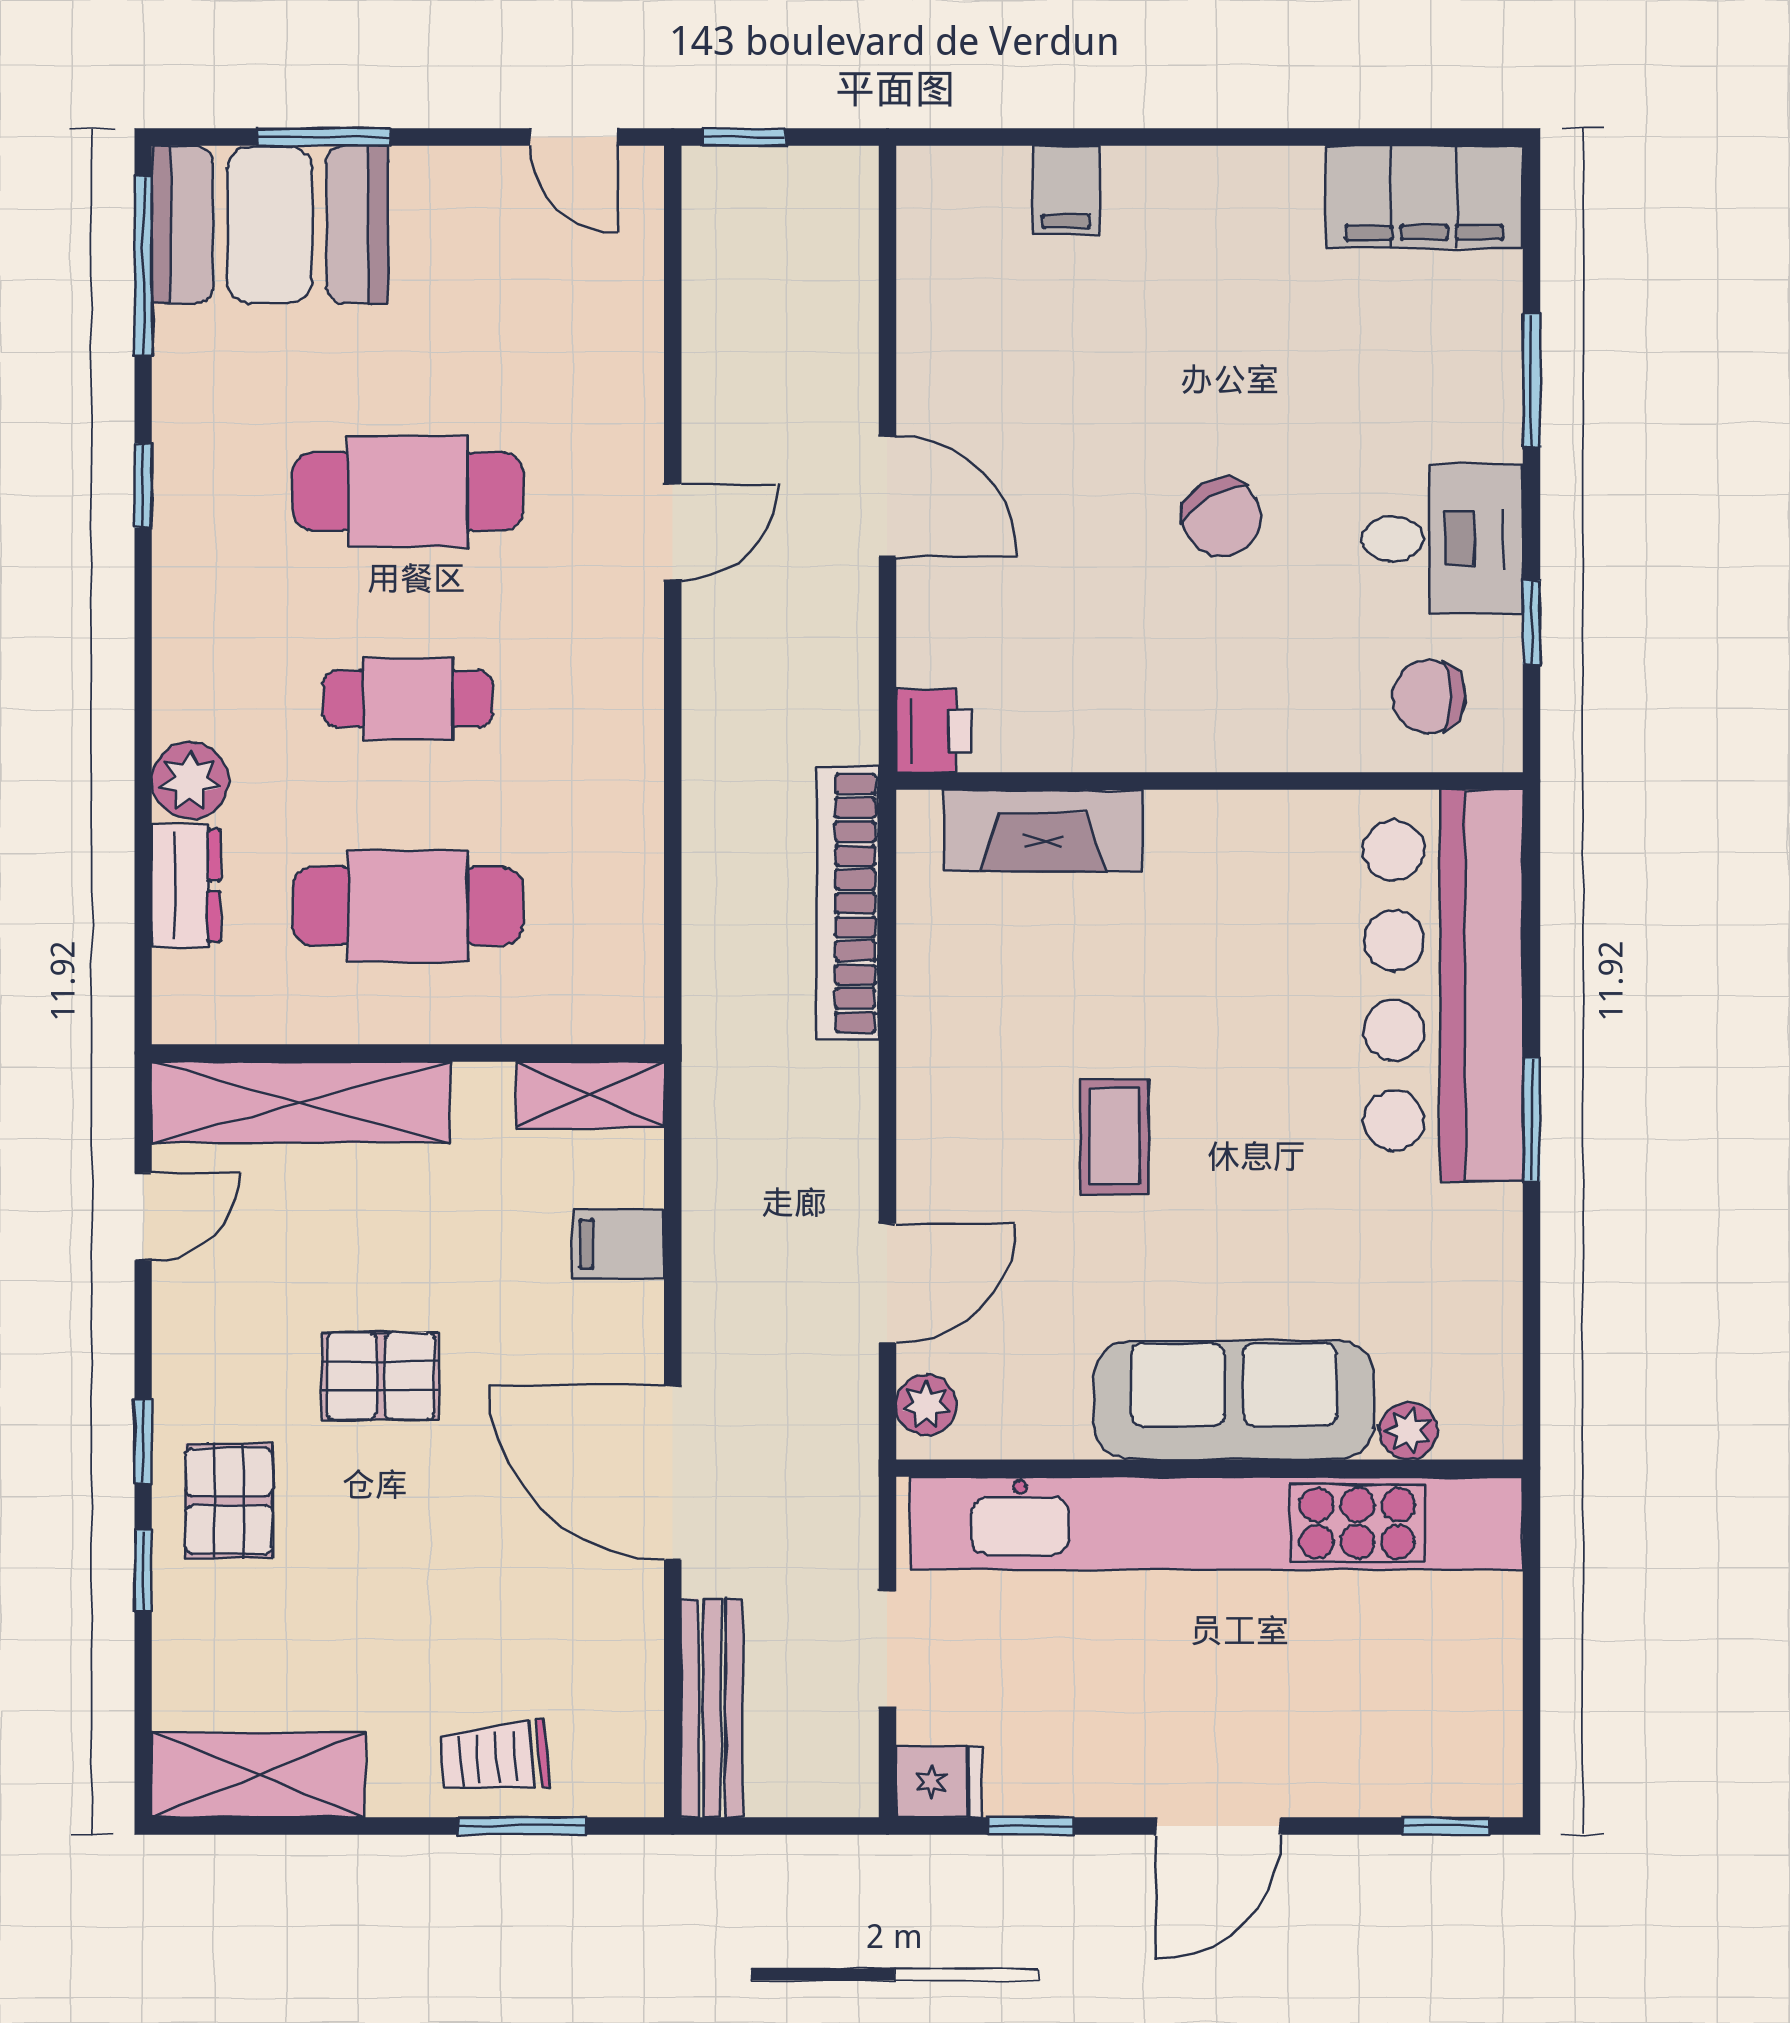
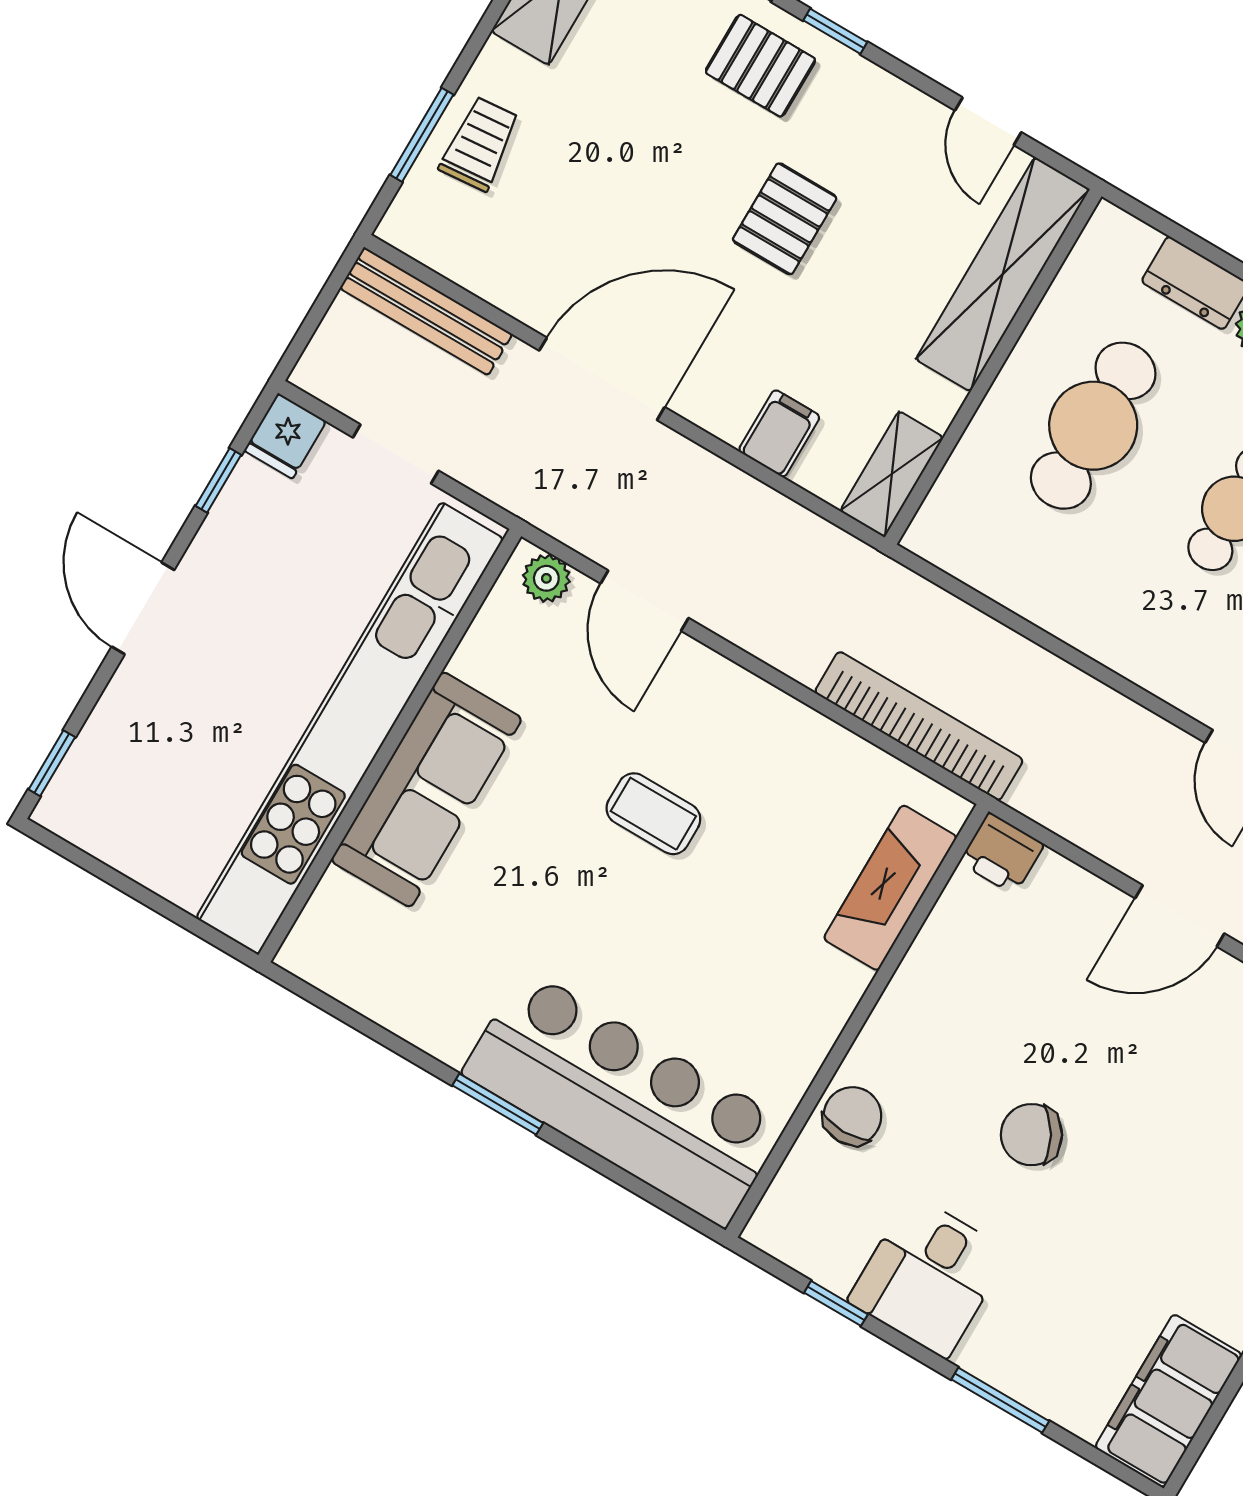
chair: (1429, 697) -> (852, 1116), moved
plant: (1409, 1431) -> (336, 896), removed

